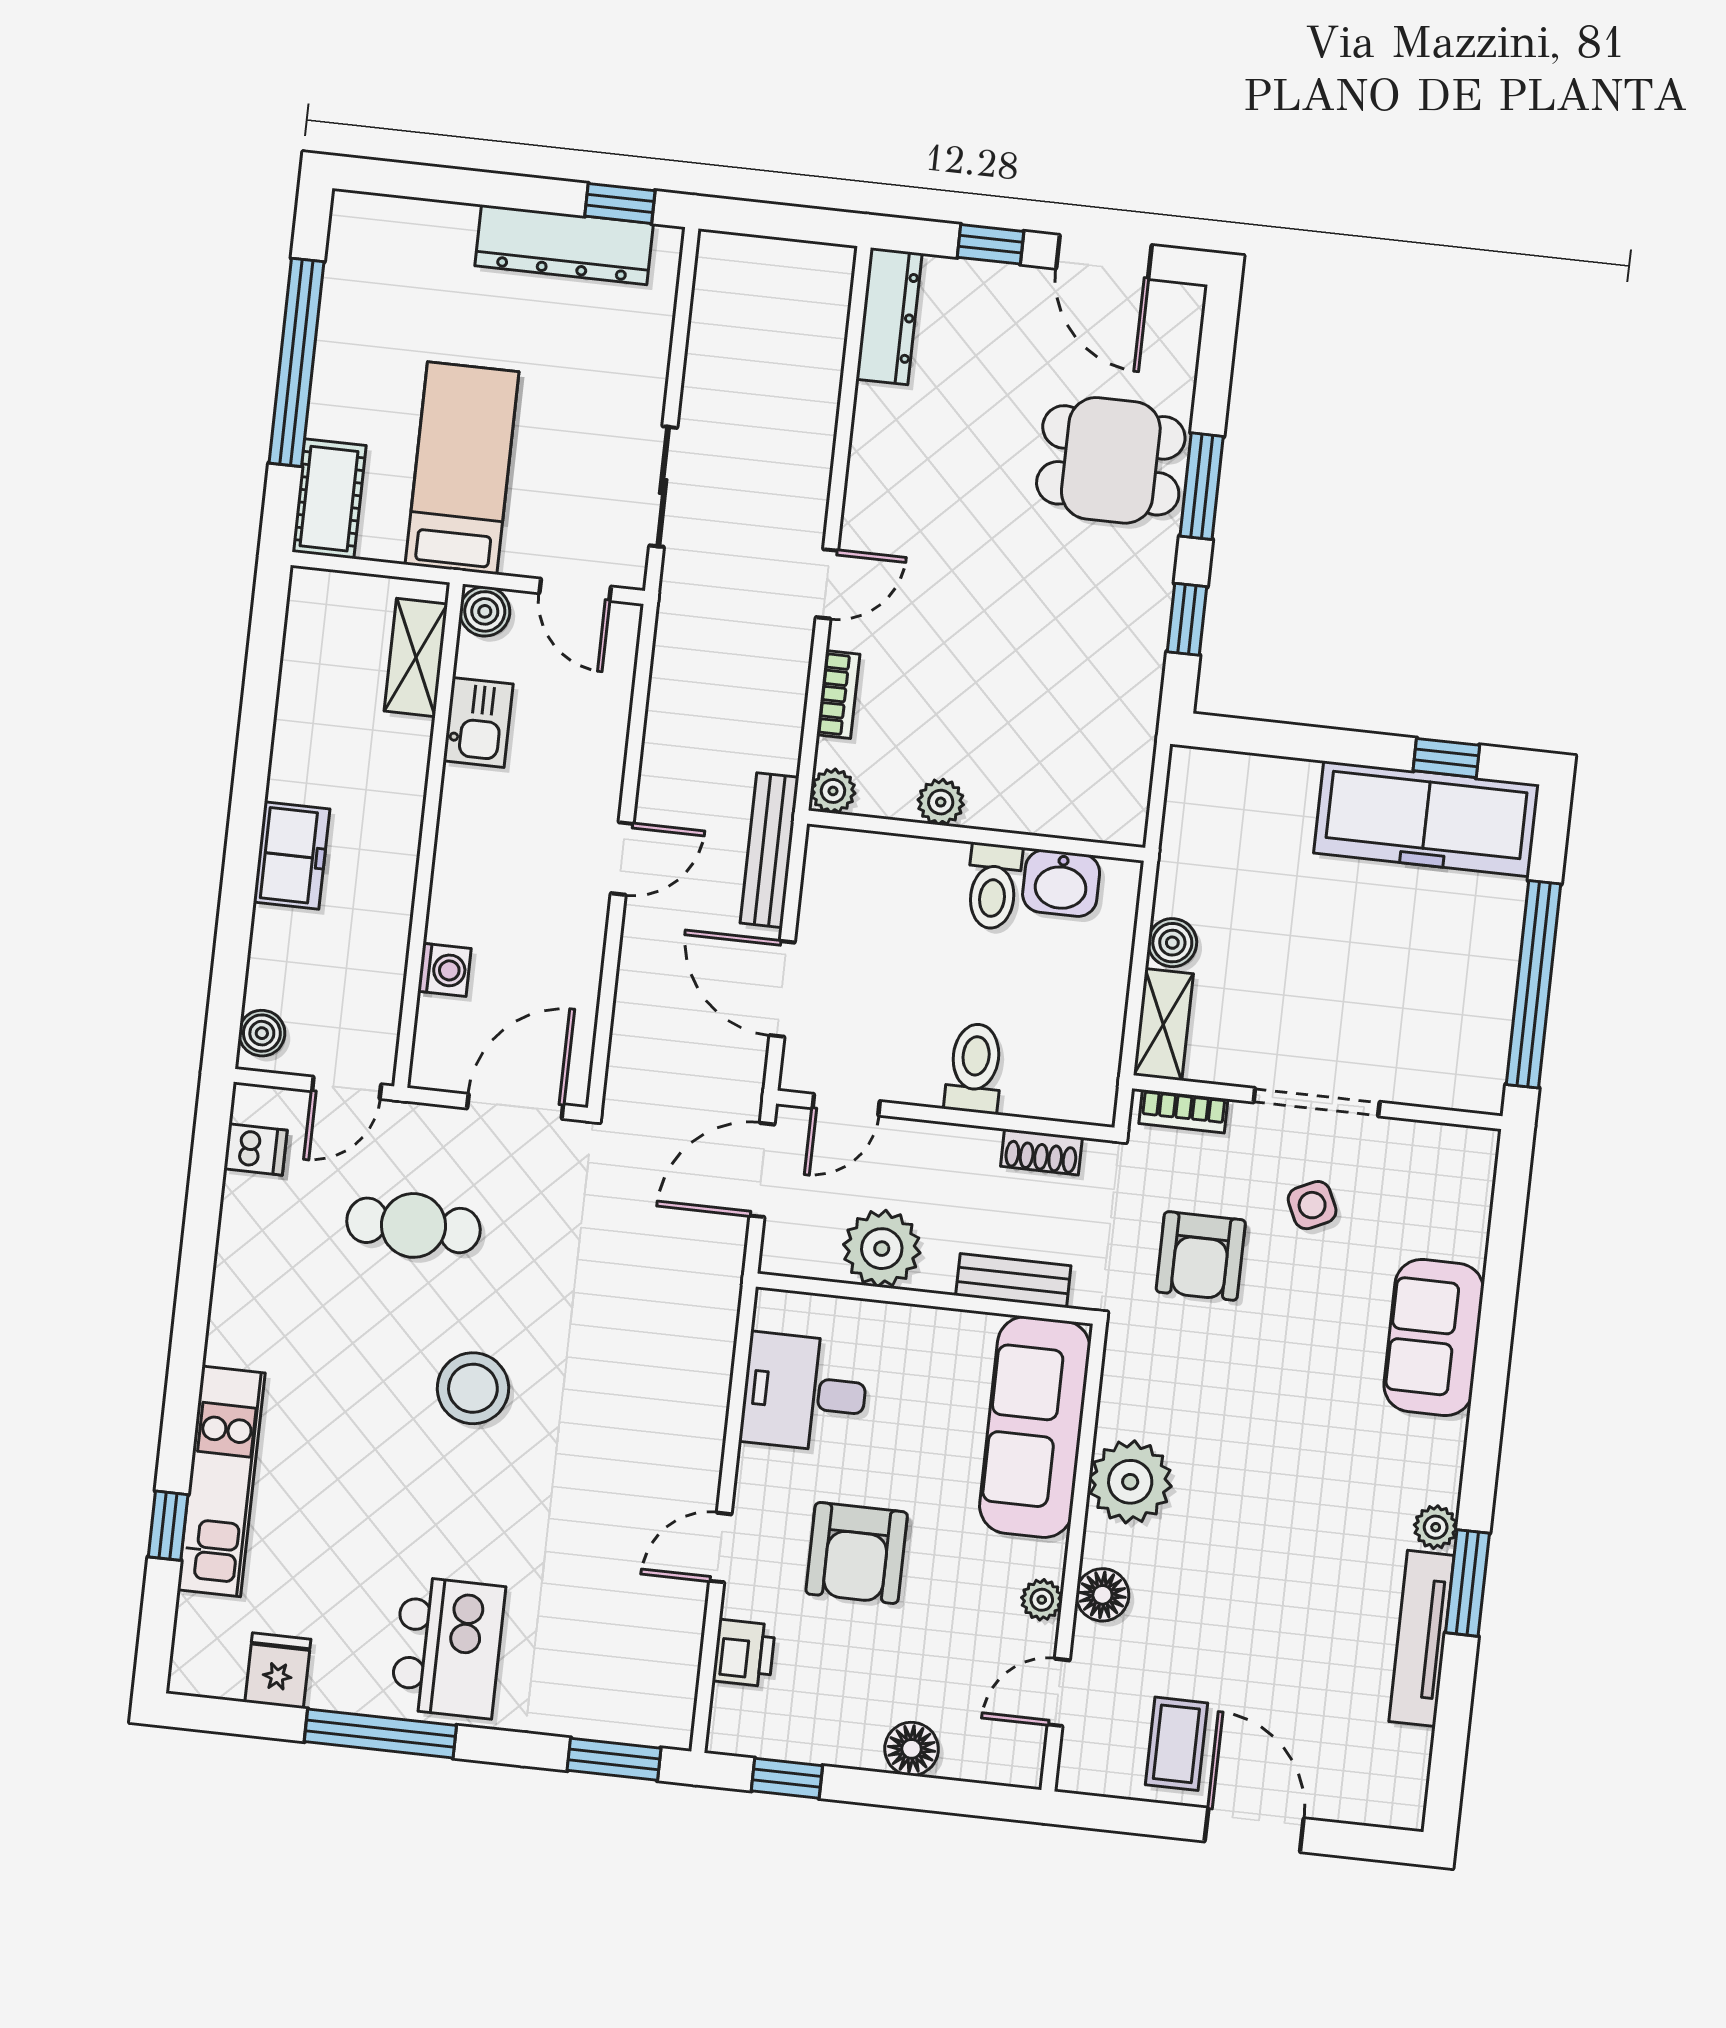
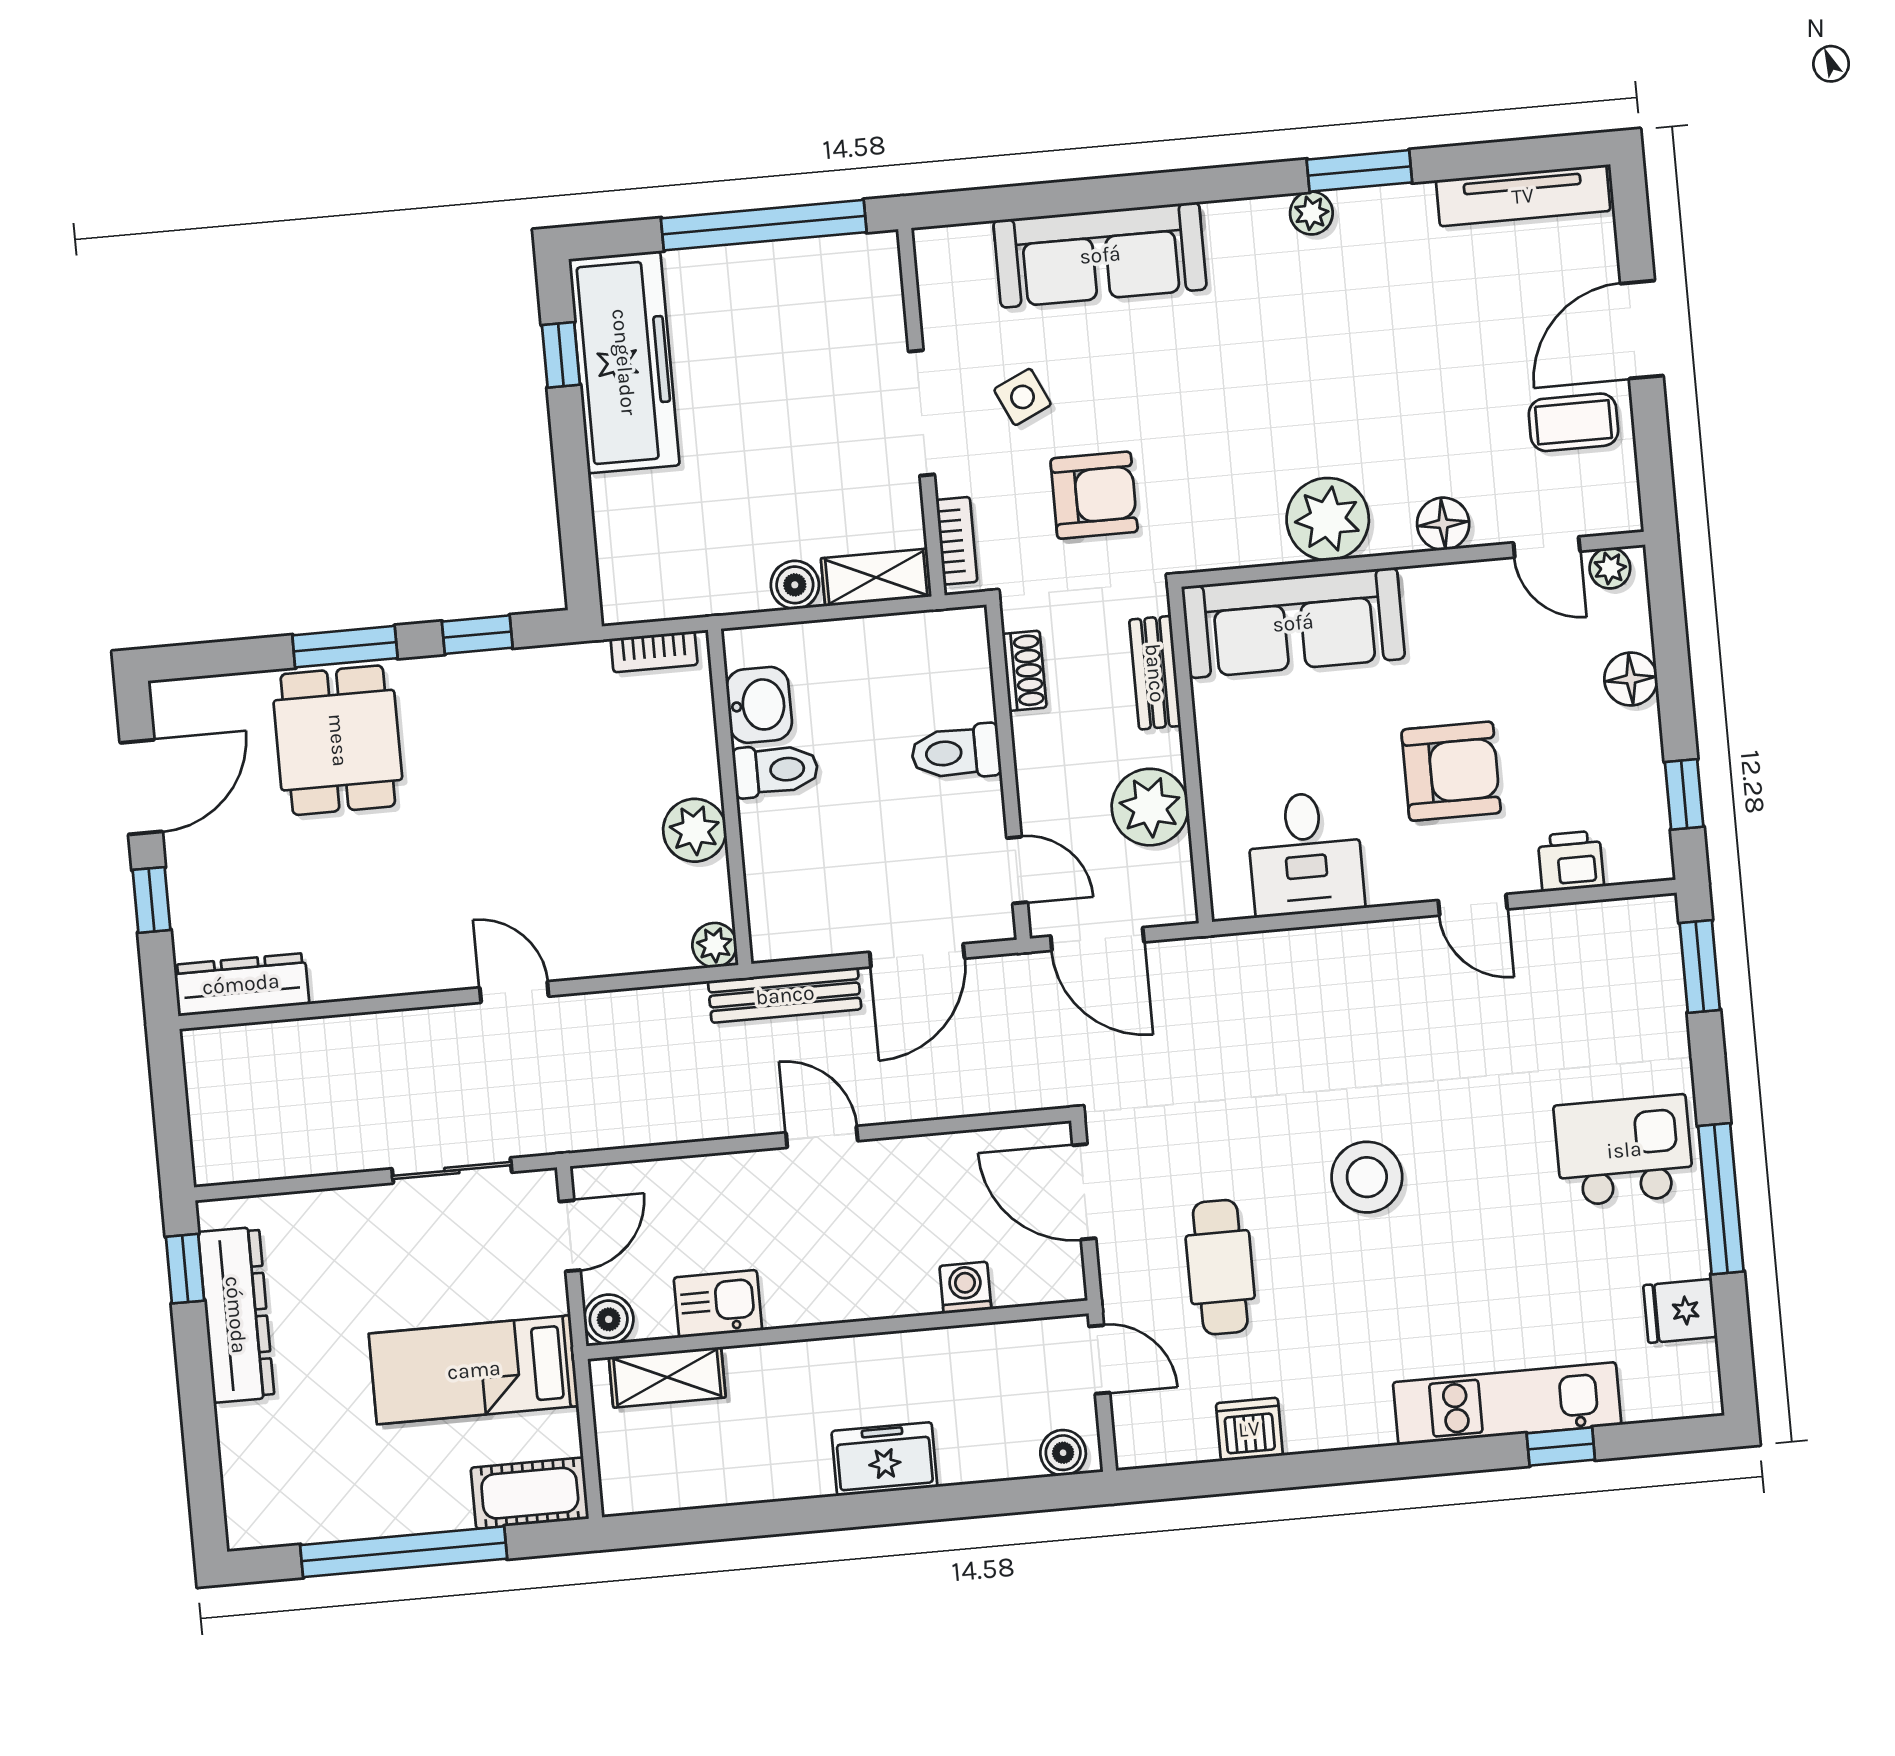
bookcase: (838, 695) -> (654, 652), moved, turned 180
plant: (941, 802) -> (695, 830), width x1.38, depth x1.38
dishwasher: (255, 1149) -> (1249, 1429), moved, width x1.38
sofa: (1434, 1338) -> (1100, 255), width x1.36
plant: (1042, 1600) -> (1610, 568), moved
tv unit: (1422, 1638) -> (1523, 196), moved

